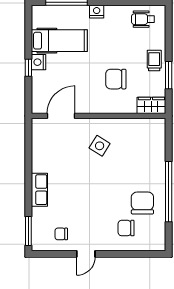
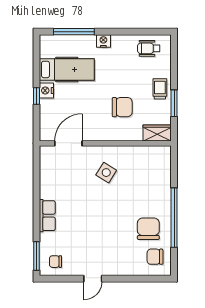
chair: (116, 79) -> (122, 107), turned 180
chair: (126, 228) -> (155, 257), moved
chair: (61, 234) -> (55, 262), moved

